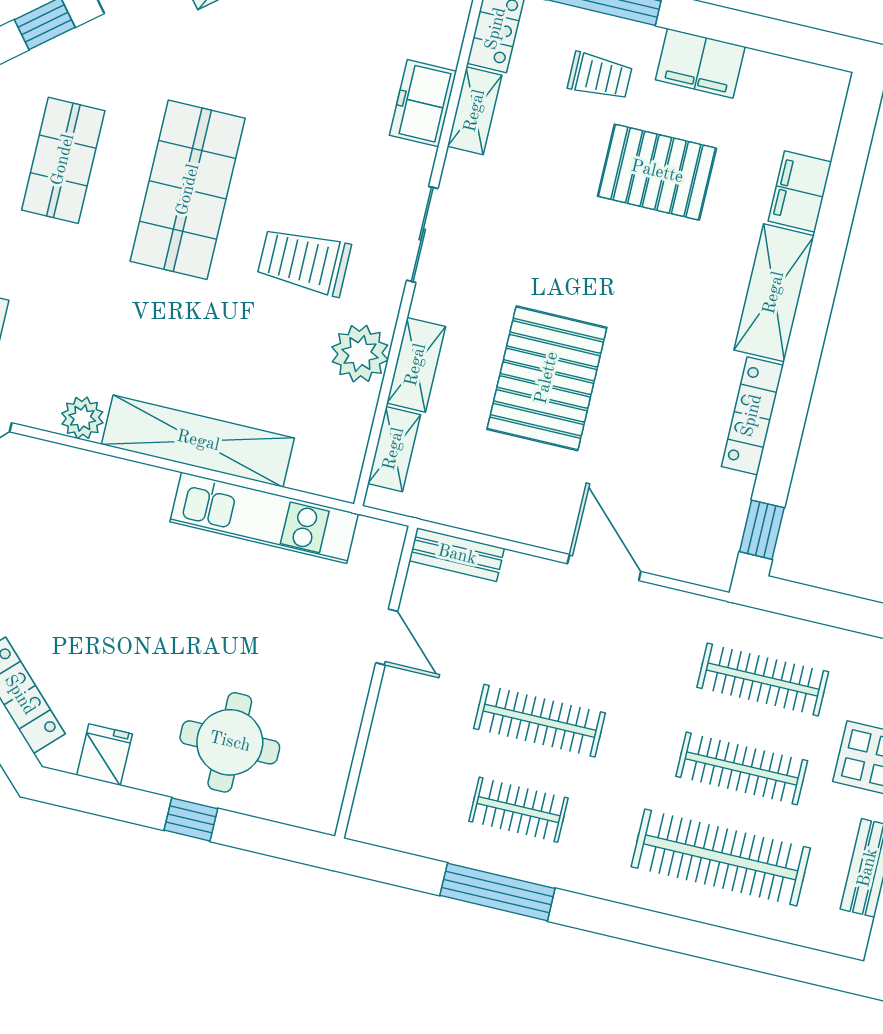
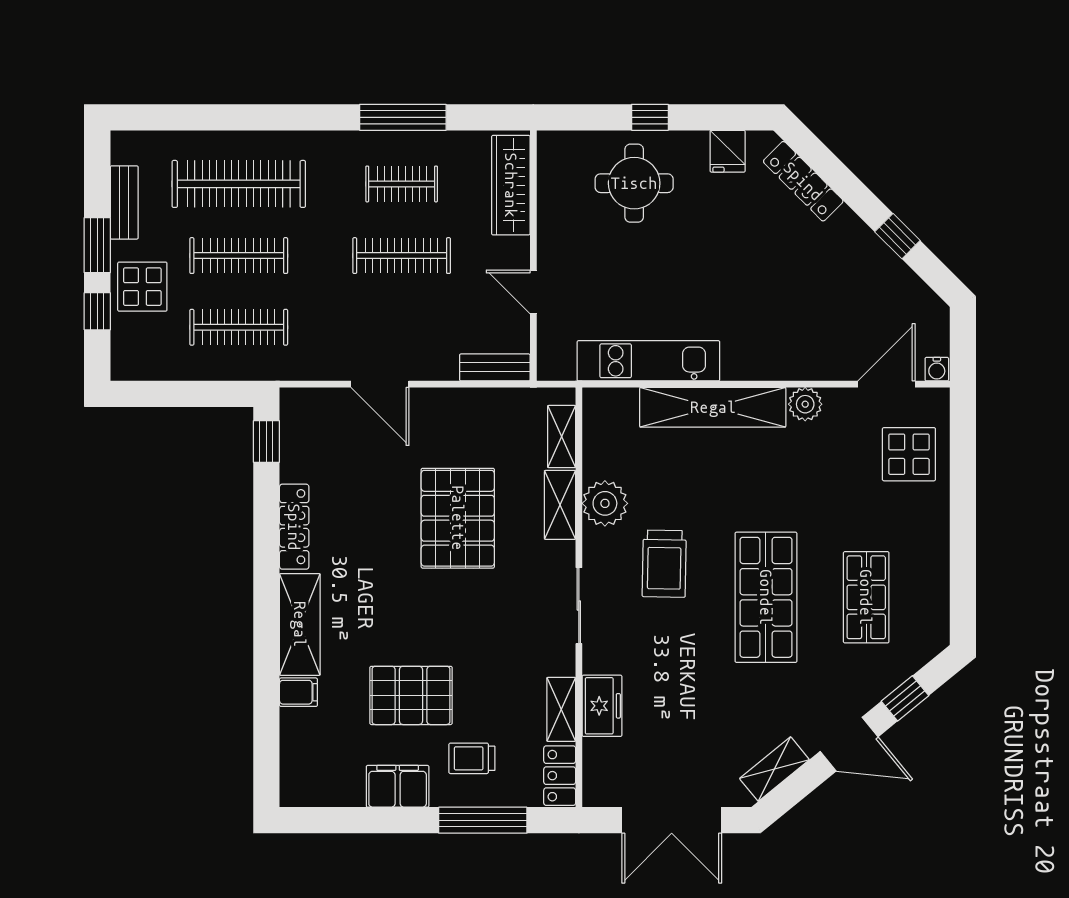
filing cabinet: (800, 192) -> (298, 692), width x0.50
trolley: (304, 261) -> (664, 564), turned 91
wardrobe: (383, 776) -> (511, 185), added

